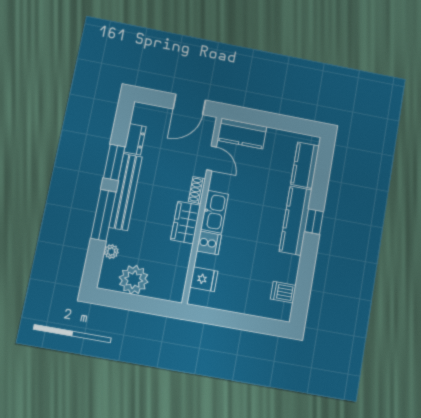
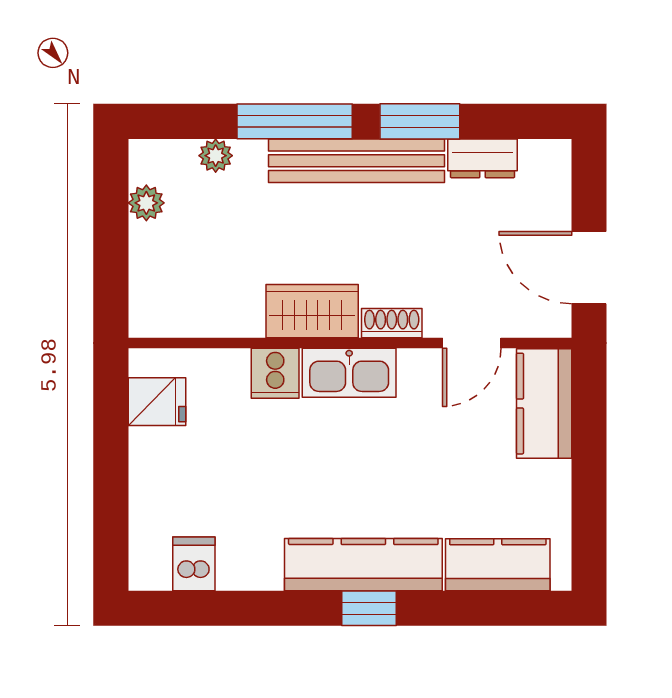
fridge: (204, 279) -> (157, 402), moved, turned -90
plant: (134, 280) -> (146, 203), width x0.53, depth x0.53

